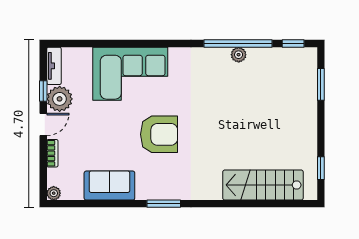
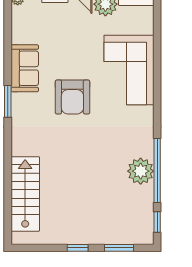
plant: (239, 55) -> (141, 171), width x1.87, depth x1.87
window: (321, 168) -> (78, 248), moved
sofa: (109, 186) -> (25, 68), moved

